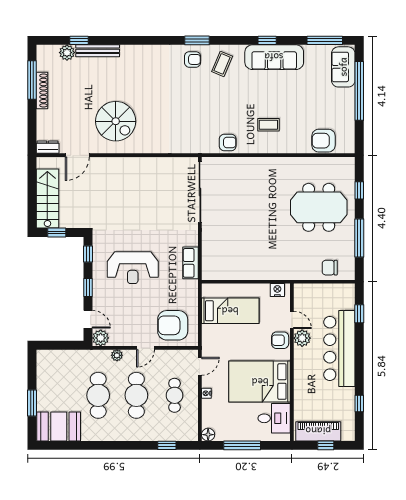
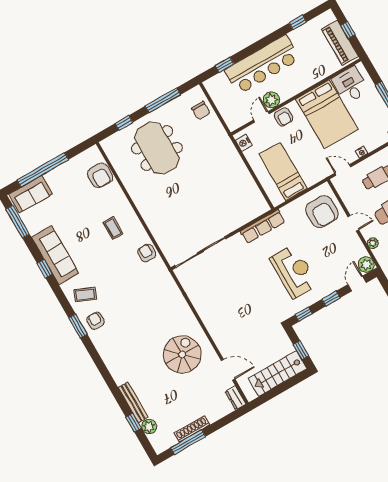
row of seats: (191, 263) -> (263, 226), width x1.48

